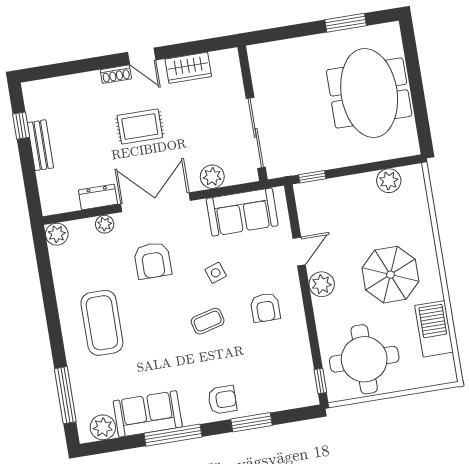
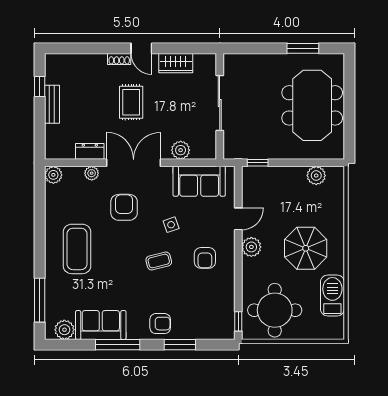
rug: (140, 126) -> (131, 102), turned 90
sliding door: (256, 133) -> (220, 103), moved
armchair: (153, 261) -> (124, 207), turned 180

